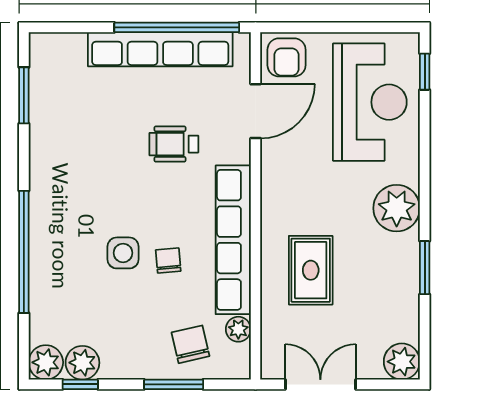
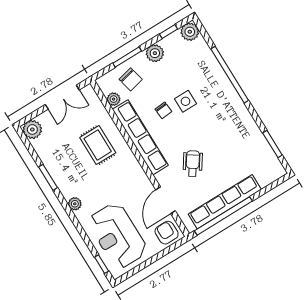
wheelchair: (174, 144) -> (193, 163), turned -56
plant: (397, 208) -> (75, 204), width x0.53, depth x0.53
plant: (82, 363) -> (155, 53), moved

